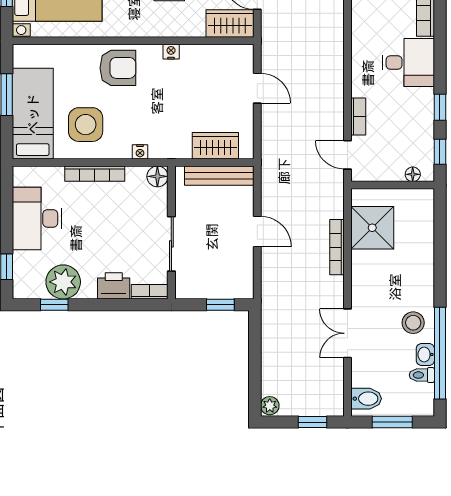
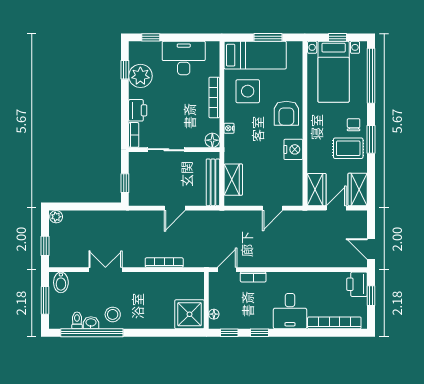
nightstand: (171, 52) -> (293, 149), width x1.89, depth x1.79
shower: (372, 228) -> (190, 314), moved

